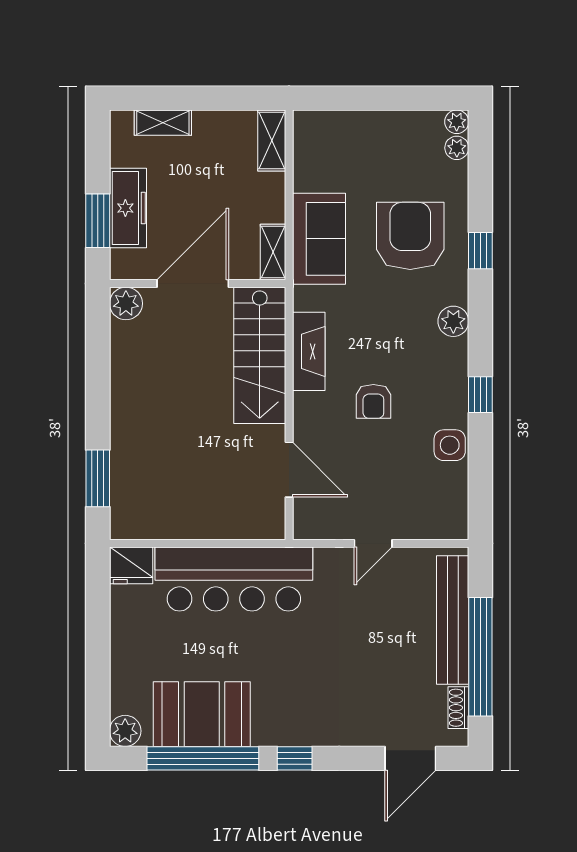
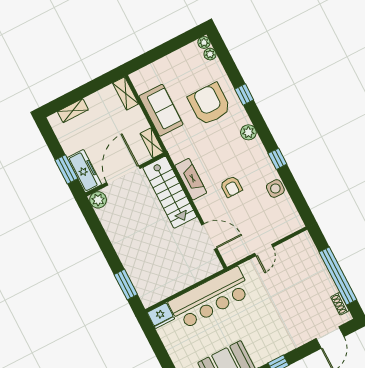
freezer: (128, 208) -> (84, 171), moved
sofa: (319, 239) -> (161, 110), moved
bench: (453, 620) -> (317, 266), removed

